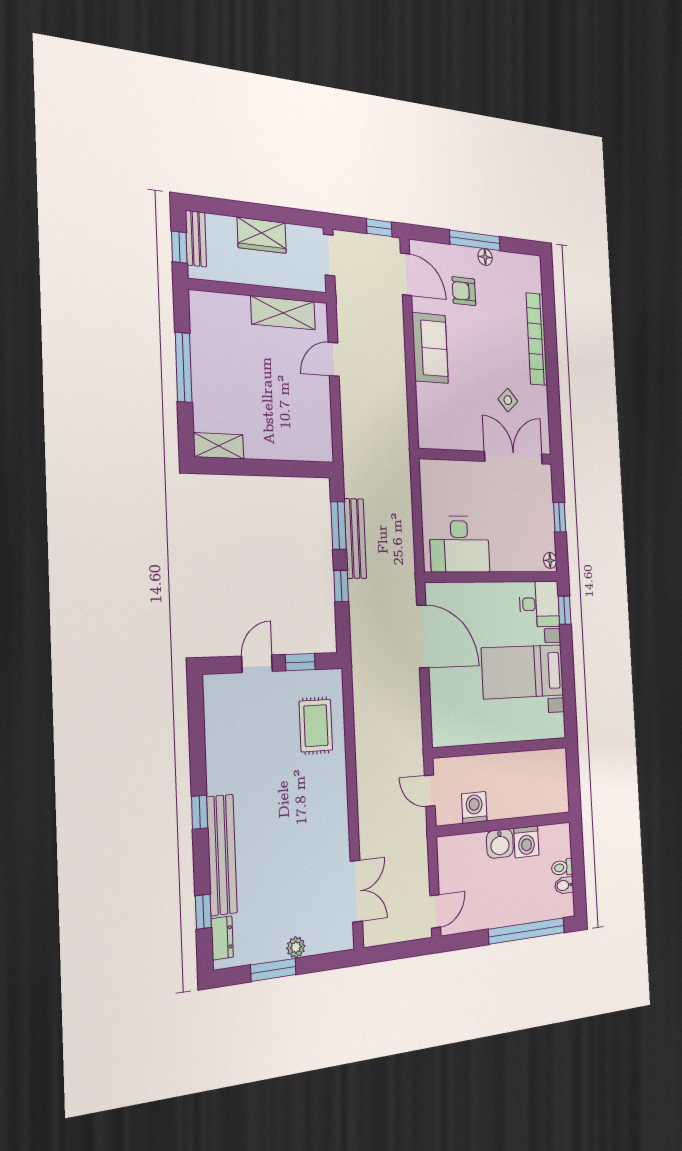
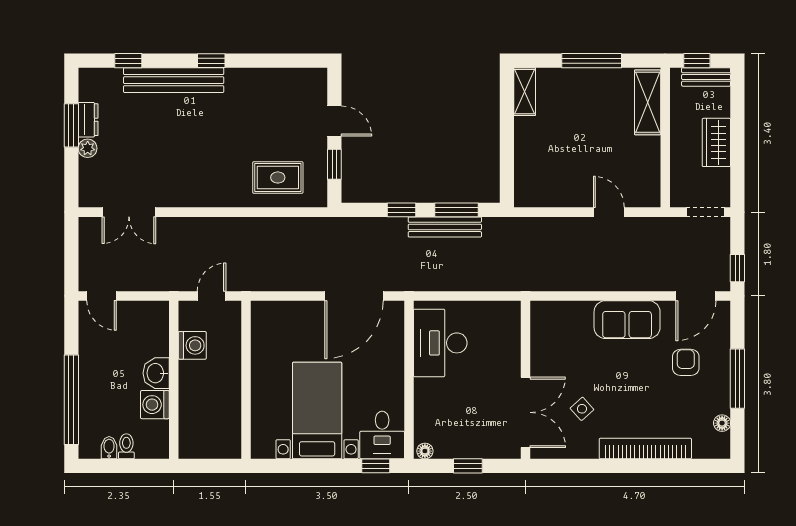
floor lamp: (485, 257) -> (722, 423), moved
shelving: (283, 313) -> (648, 102), moved
dresser: (222, 938) -> (88, 120), moved, turned -90

